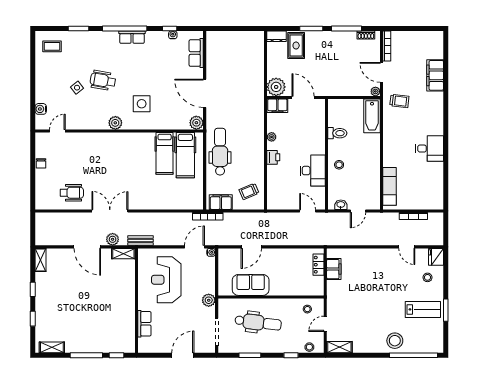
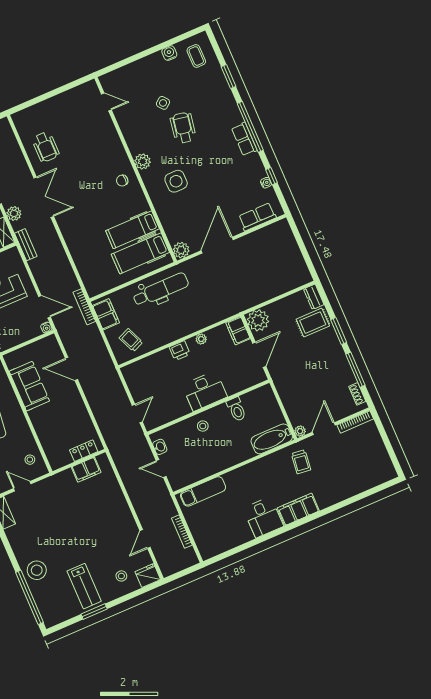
filing cabinet: (435, 75) -> (298, 509), moved
water cooler: (41, 109) -> (169, 53), moved
chair: (41, 163) -> (122, 181), moved
desk: (313, 171) -> (205, 391), moved

